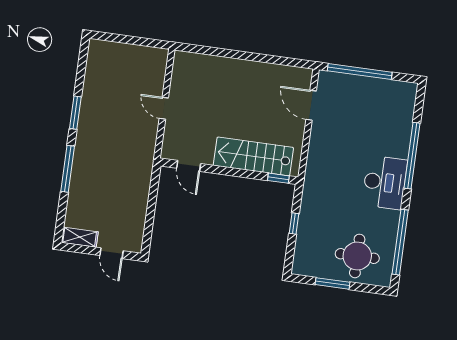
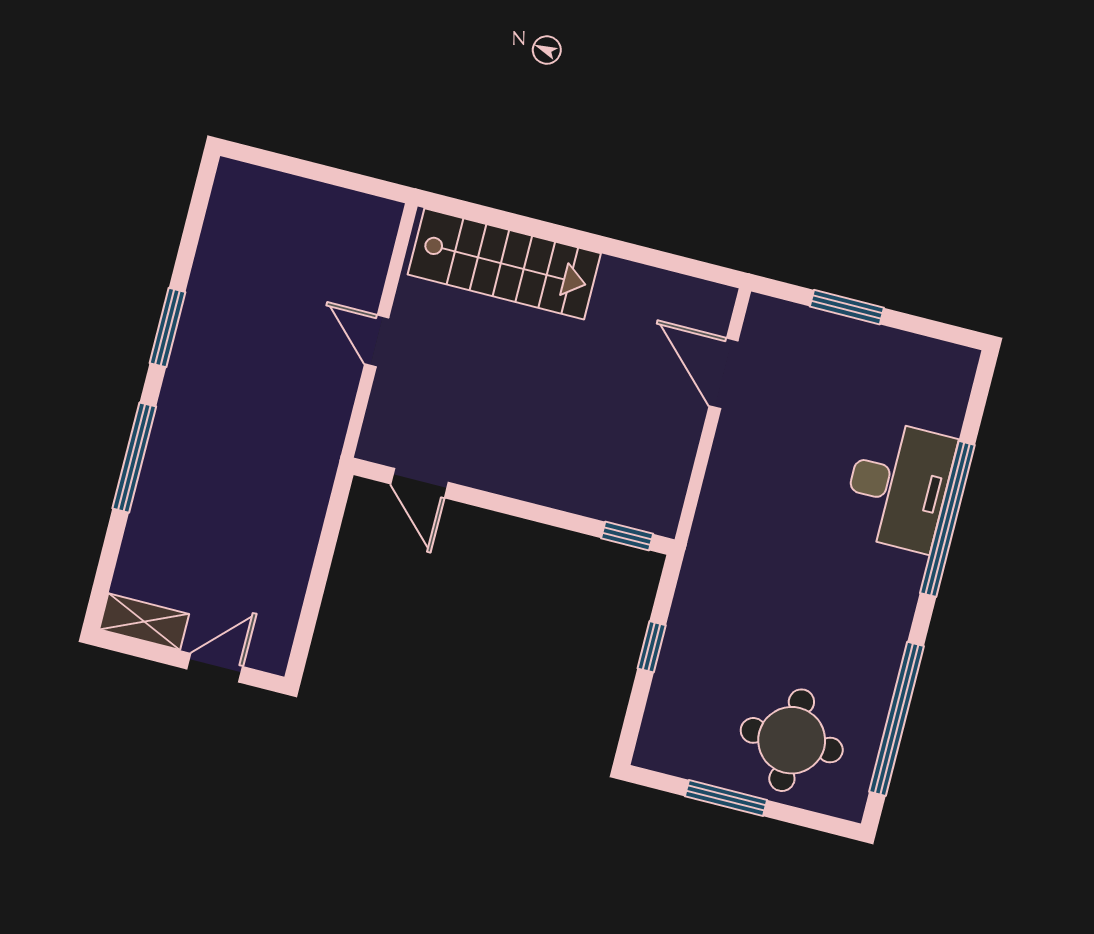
window: (360, 71) -> (847, 307), width x0.47
stairs: (253, 156) -> (504, 264), moved, turned 180
desk: (385, 182) -> (898, 486), moved
door: (111, 253) -> (215, 668), swing flipped

